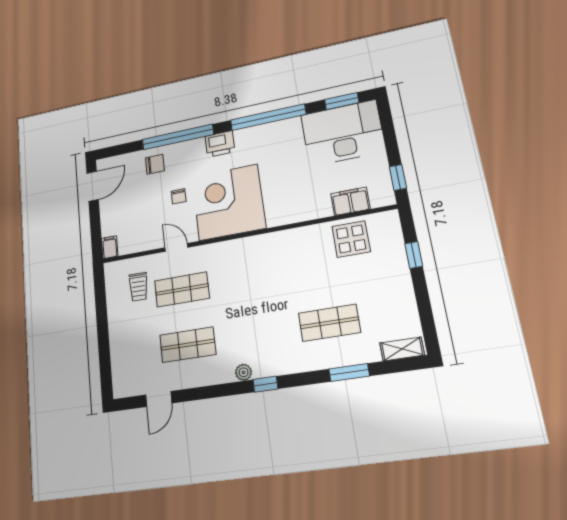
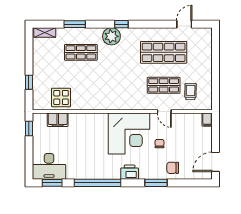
desk: (343, 133) -> (49, 166), width x0.73, depth x0.77
window: (178, 137) -> (156, 183), width x0.47
shop shelf: (188, 345) -> (164, 52), width x1.43, depth x1.36
plant: (244, 372) -> (111, 36), moved, width x1.87, depth x1.87

